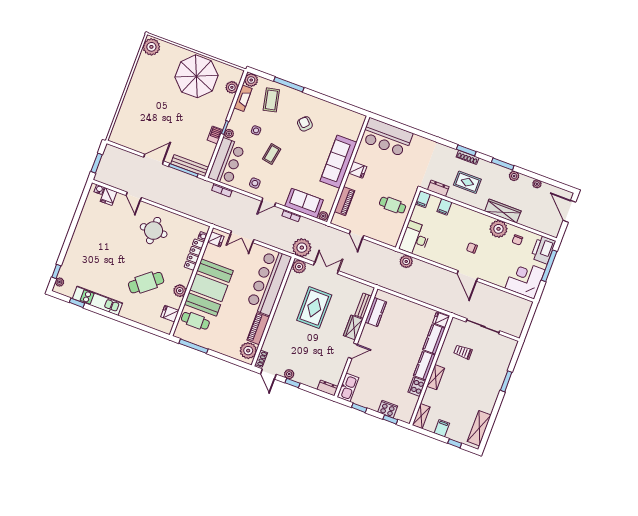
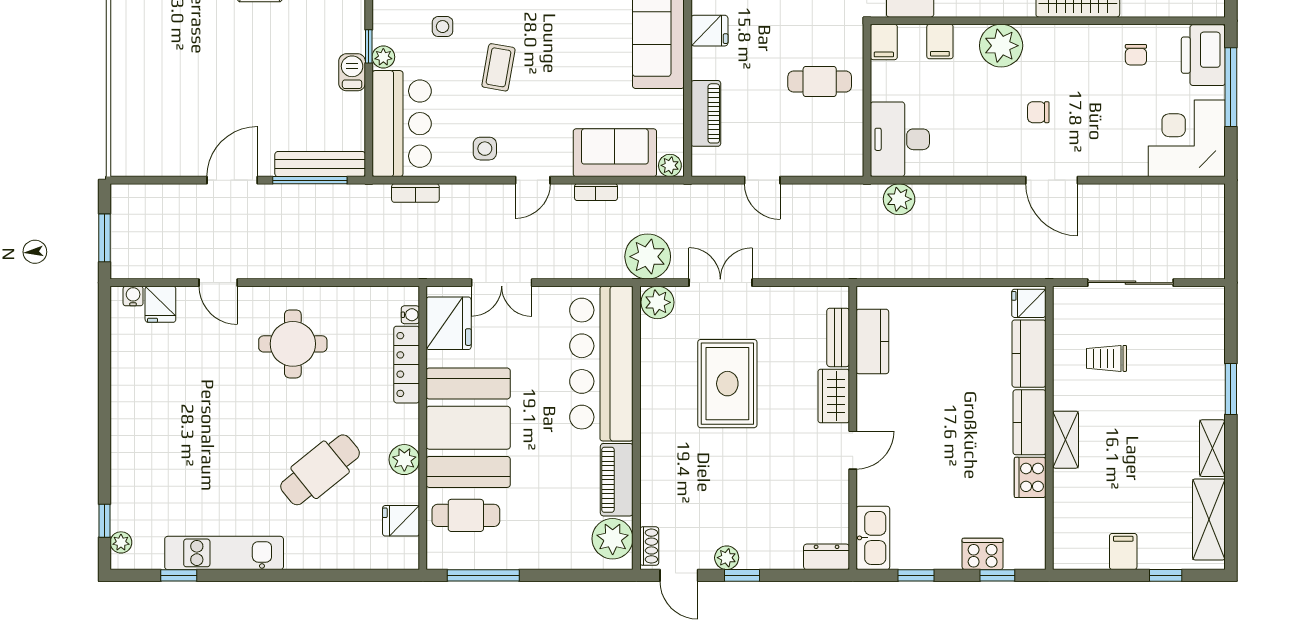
plant: (498, 229) -> (1001, 46), moved
fridge: (216, 239) -> (449, 323), width x1.88, depth x1.34
shelving: (421, 416) -> (1212, 448), moved

